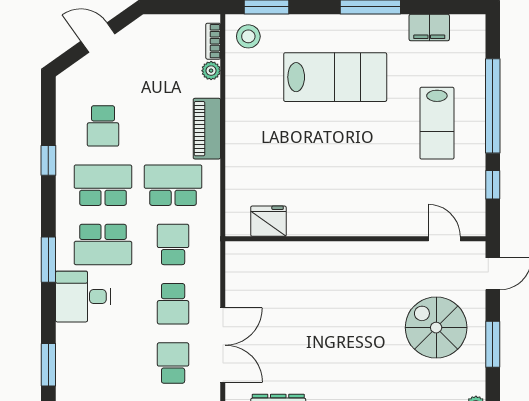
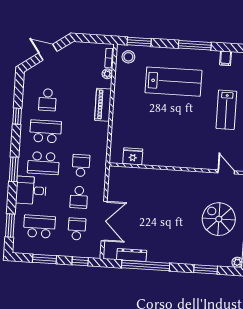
filing cabinet: (429, 27) -> (226, 58), width x0.50
school desk: (173, 185) -> (39, 227), moved

